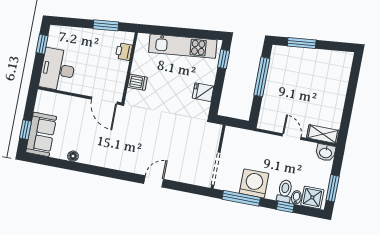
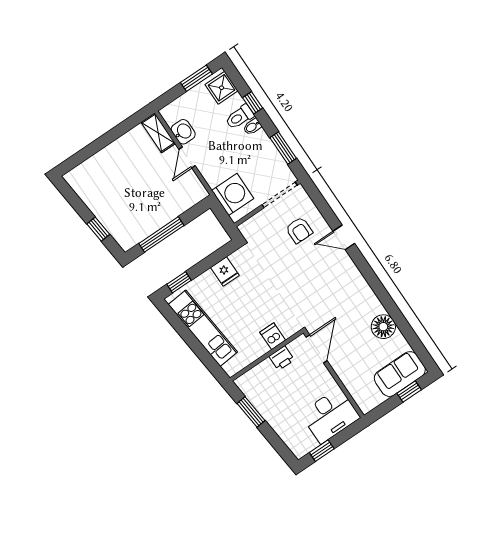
window: (302, 43) -> (98, 229), width x0.67
printer: (124, 52) -> (282, 358), moved
washbasin: (326, 153) -> (183, 132), moved
floor lamp: (73, 156) -> (383, 327), width x1.89, depth x1.89
armchair: (184, 160) -> (299, 230), added
washing machine: (254, 183) -> (233, 194), moved, turned 180
bidet: (296, 197) -> (252, 127), moved
window: (241, 198) -> (283, 148), width x0.69

